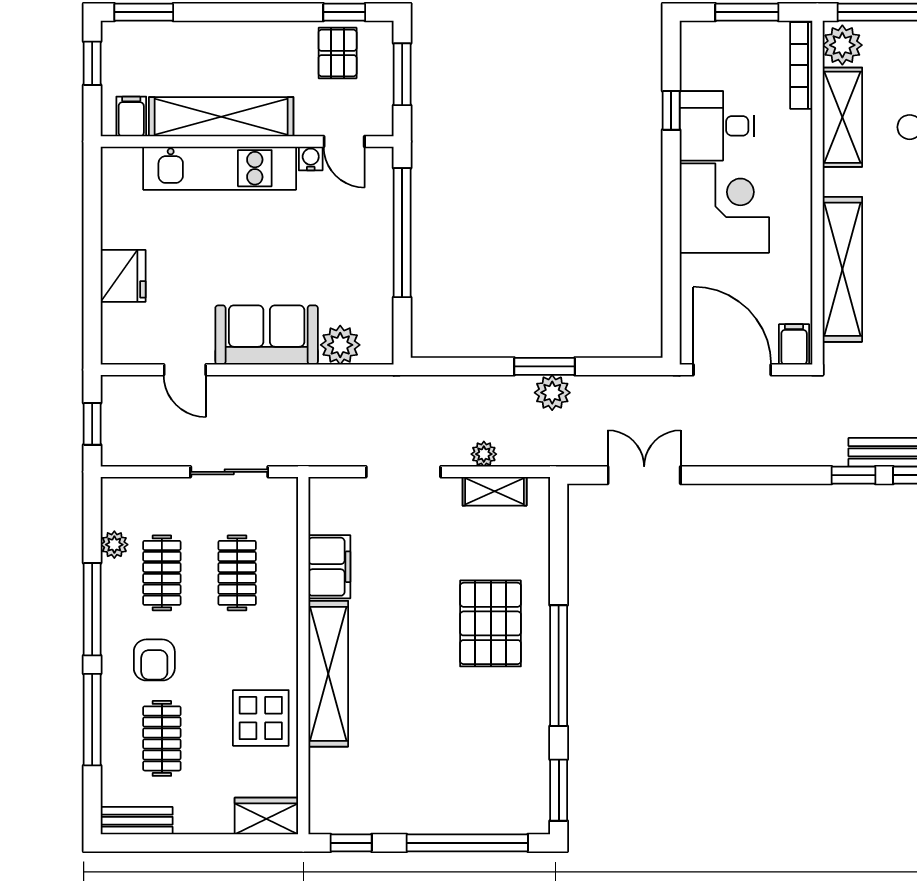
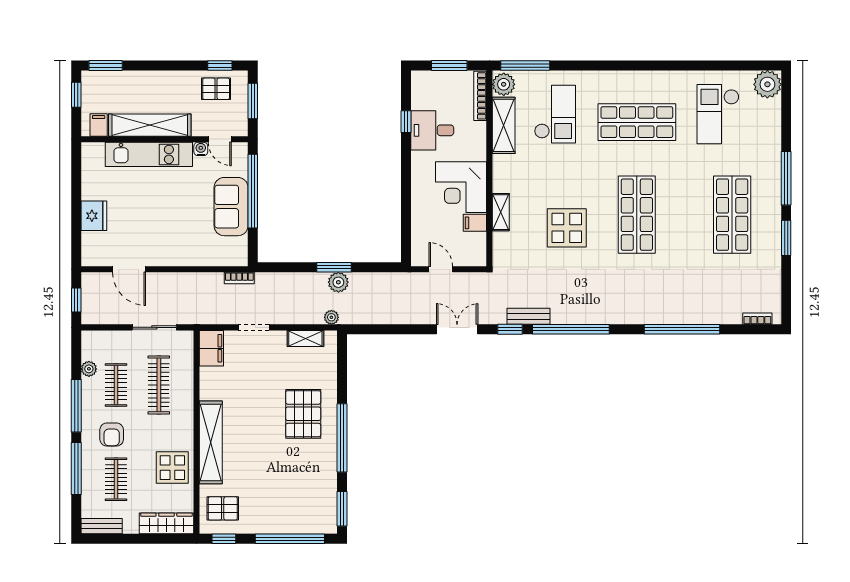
pallet: (338, 53) -> (216, 89), turned 90
corner desk: (724, 208) -> (461, 187), moved, turned 180
shelving: (842, 269) -> (501, 212), width x0.45, depth x0.75
sofa: (267, 335) -> (231, 207), moved, turned -90
filing cabinet: (794, 344) -> (475, 223), moved, turned -90
plant: (340, 345) -> (218, 255), removed
door: (185, 370) -> (129, 269), width x1.38
door: (732, 370) -> (441, 269), width x0.53
bookcase: (378, 385) -> (239, 278), added
plant: (484, 454) -> (331, 317), moved
doorway: (403, 472) -> (254, 327), width x0.73
double door: (644, 475) -> (457, 329), moved
filing cabinet: (329, 567) -> (211, 348), moved
clothes rail: (237, 573) -> (159, 385), width x1.36
pallet: (349, 790) -> (223, 508), added
wardrobe: (266, 816) -> (166, 523), width x1.50

